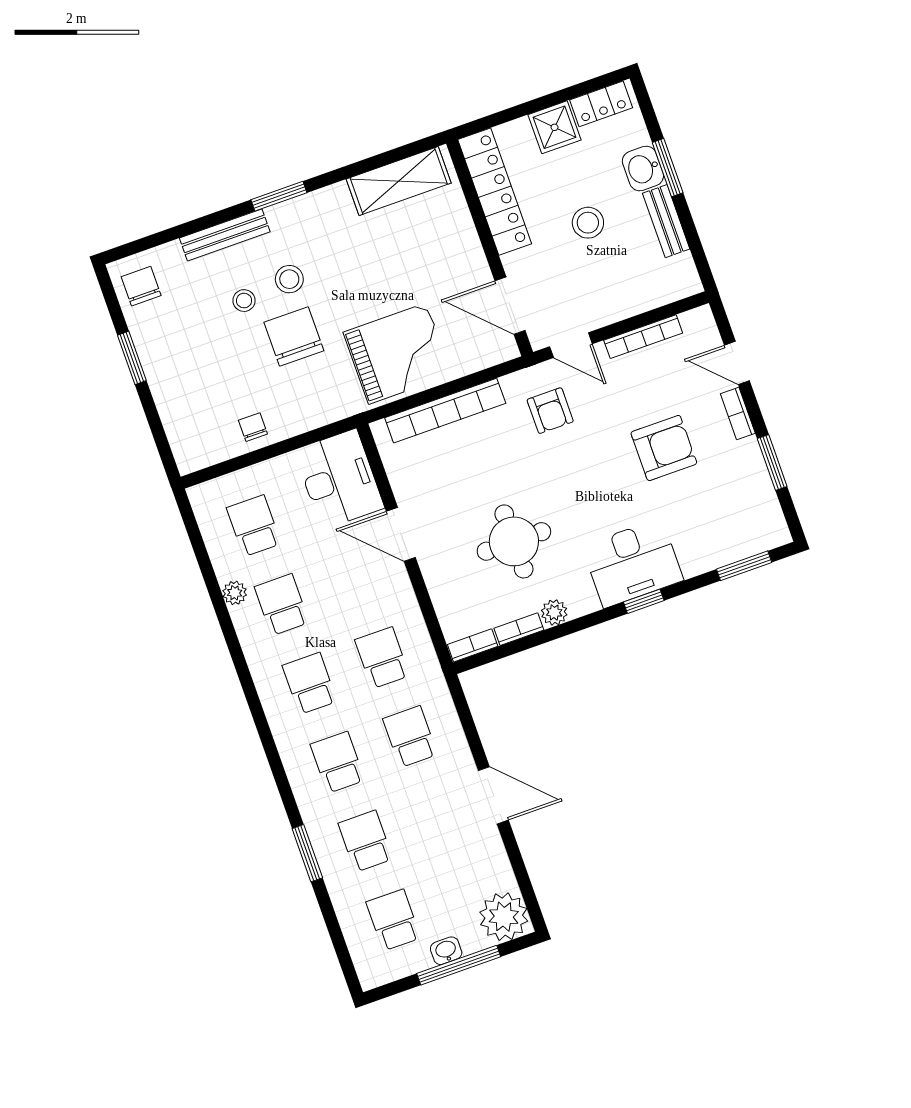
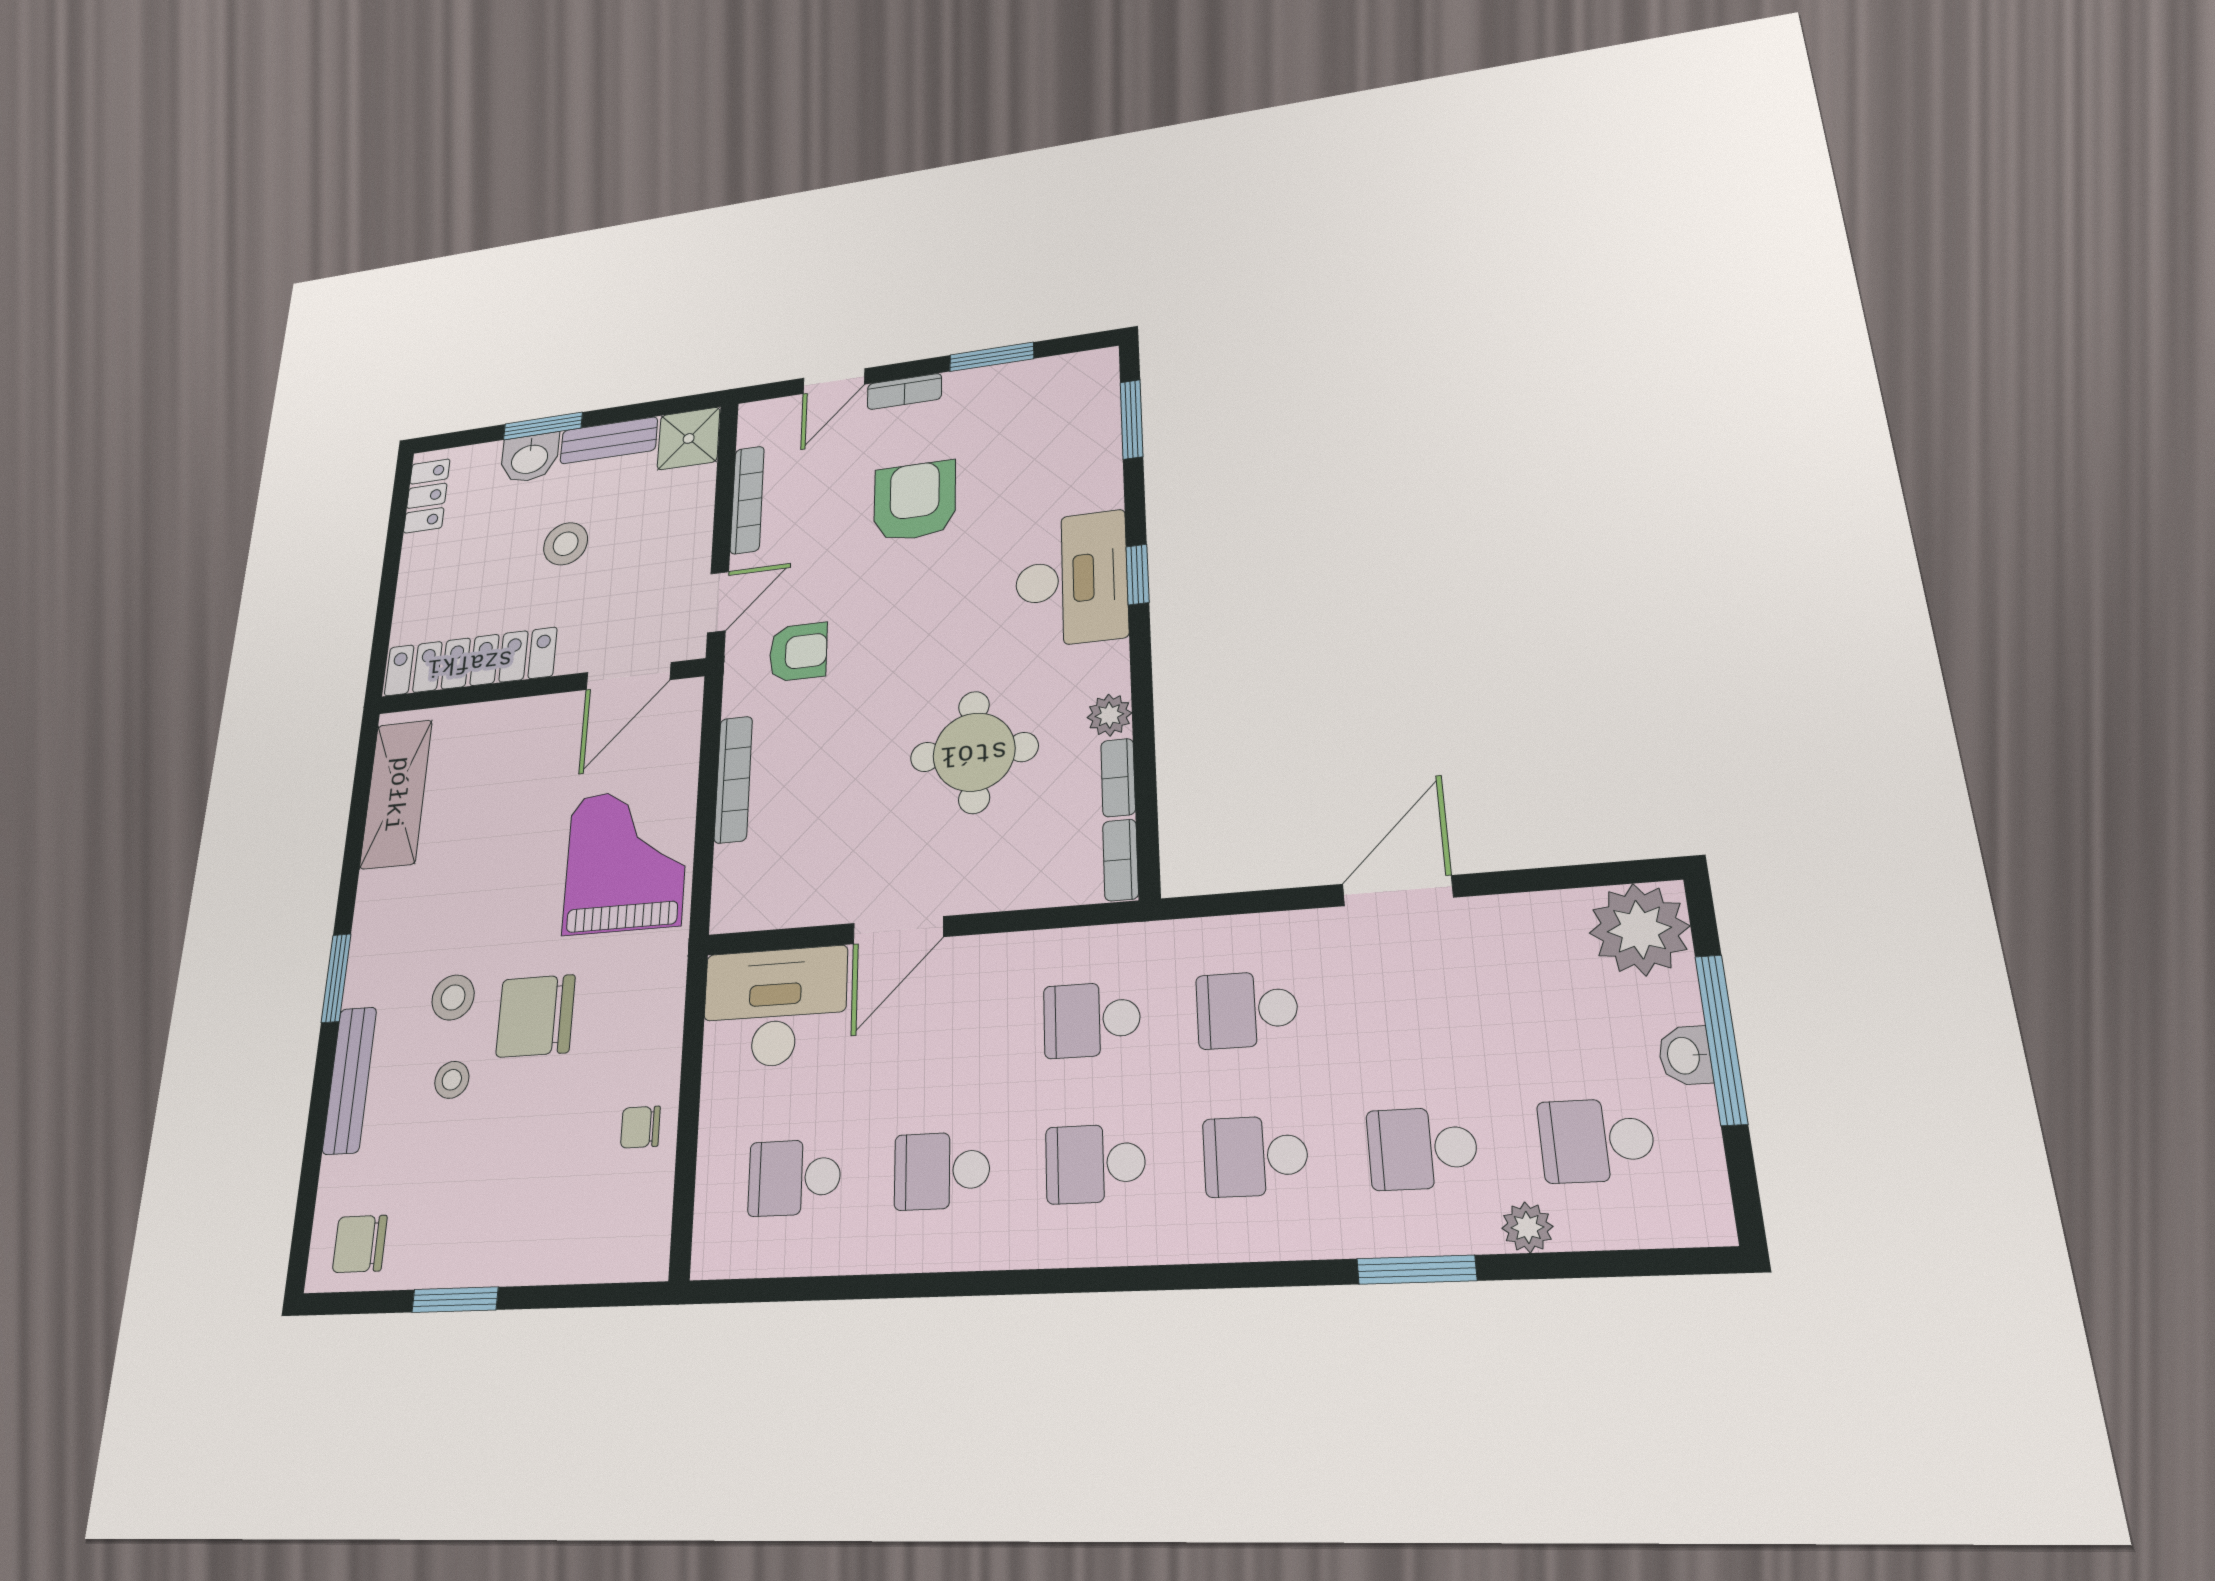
shower: (554, 127) -> (689, 438), moved
bookcase: (445, 411) -> (733, 779), width x0.68, depth x0.76
plant: (235, 593) -> (1527, 1227), moved

